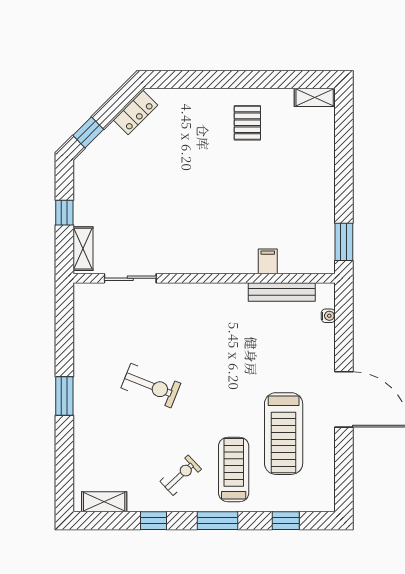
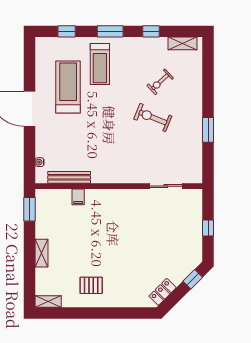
pallet: (247, 123) -> (91, 285), turned 90
shelving: (83, 249) -> (41, 253), moved
window: (64, 396) -> (208, 130), moved
exercise bike: (181, 475) -> (160, 82), moved

